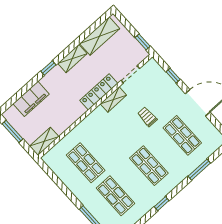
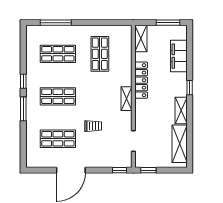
window: (173, 76) -> (119, 170), moved
locker: (99, 92) -> (141, 80), moved
shelving: (113, 100) -> (127, 99), moved
shop shelf: (86, 163) -> (100, 54), turned 90
window: (199, 170) -> (23, 109), moved

